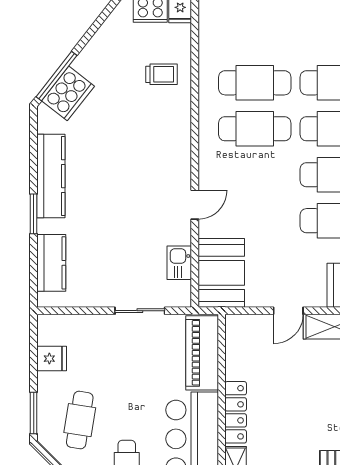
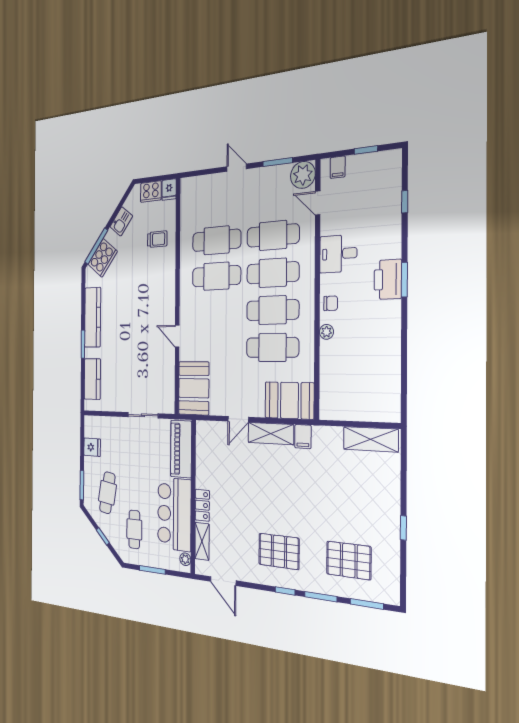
door: (195, 205) -> (177, 336), swing flipped
kitchen sink: (179, 263) -> (121, 221), moved, turned -142
locker: (236, 412) -> (202, 505), width x0.66

